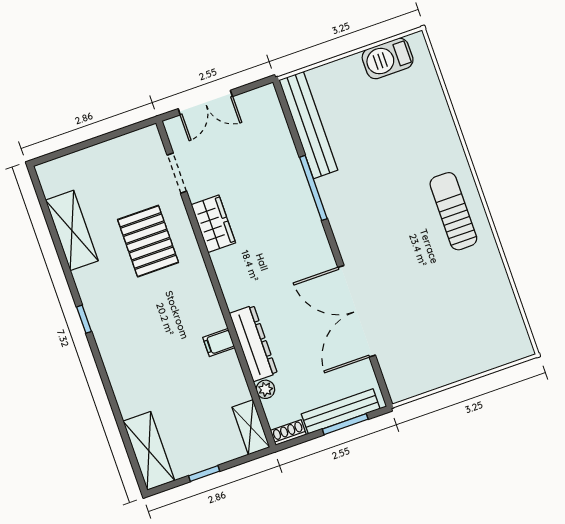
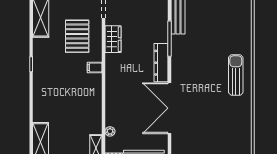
filing cabinet: (219, 343) -> (95, 67), moved
dresser: (253, 343) -> (161, 63), moved, turned 180

